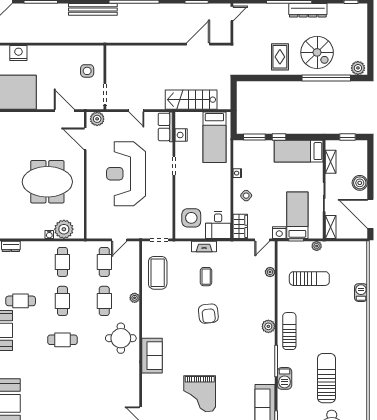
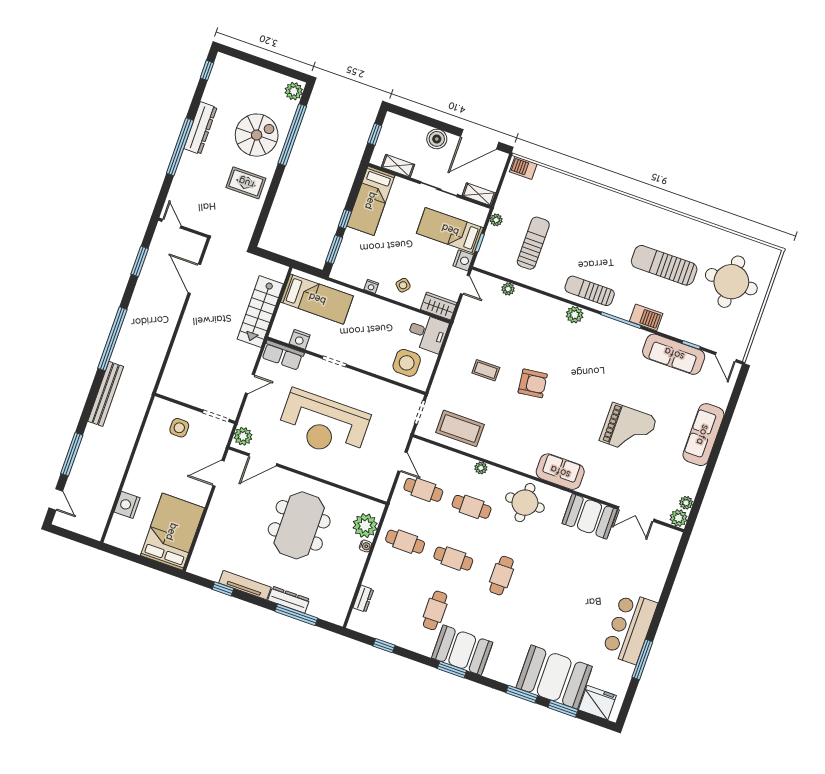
fireplace: (204, 246) -> (448, 360), removed
barbecue: (361, 293) -> (523, 168), moved
booth: (127, 388) -> (590, 516), added

